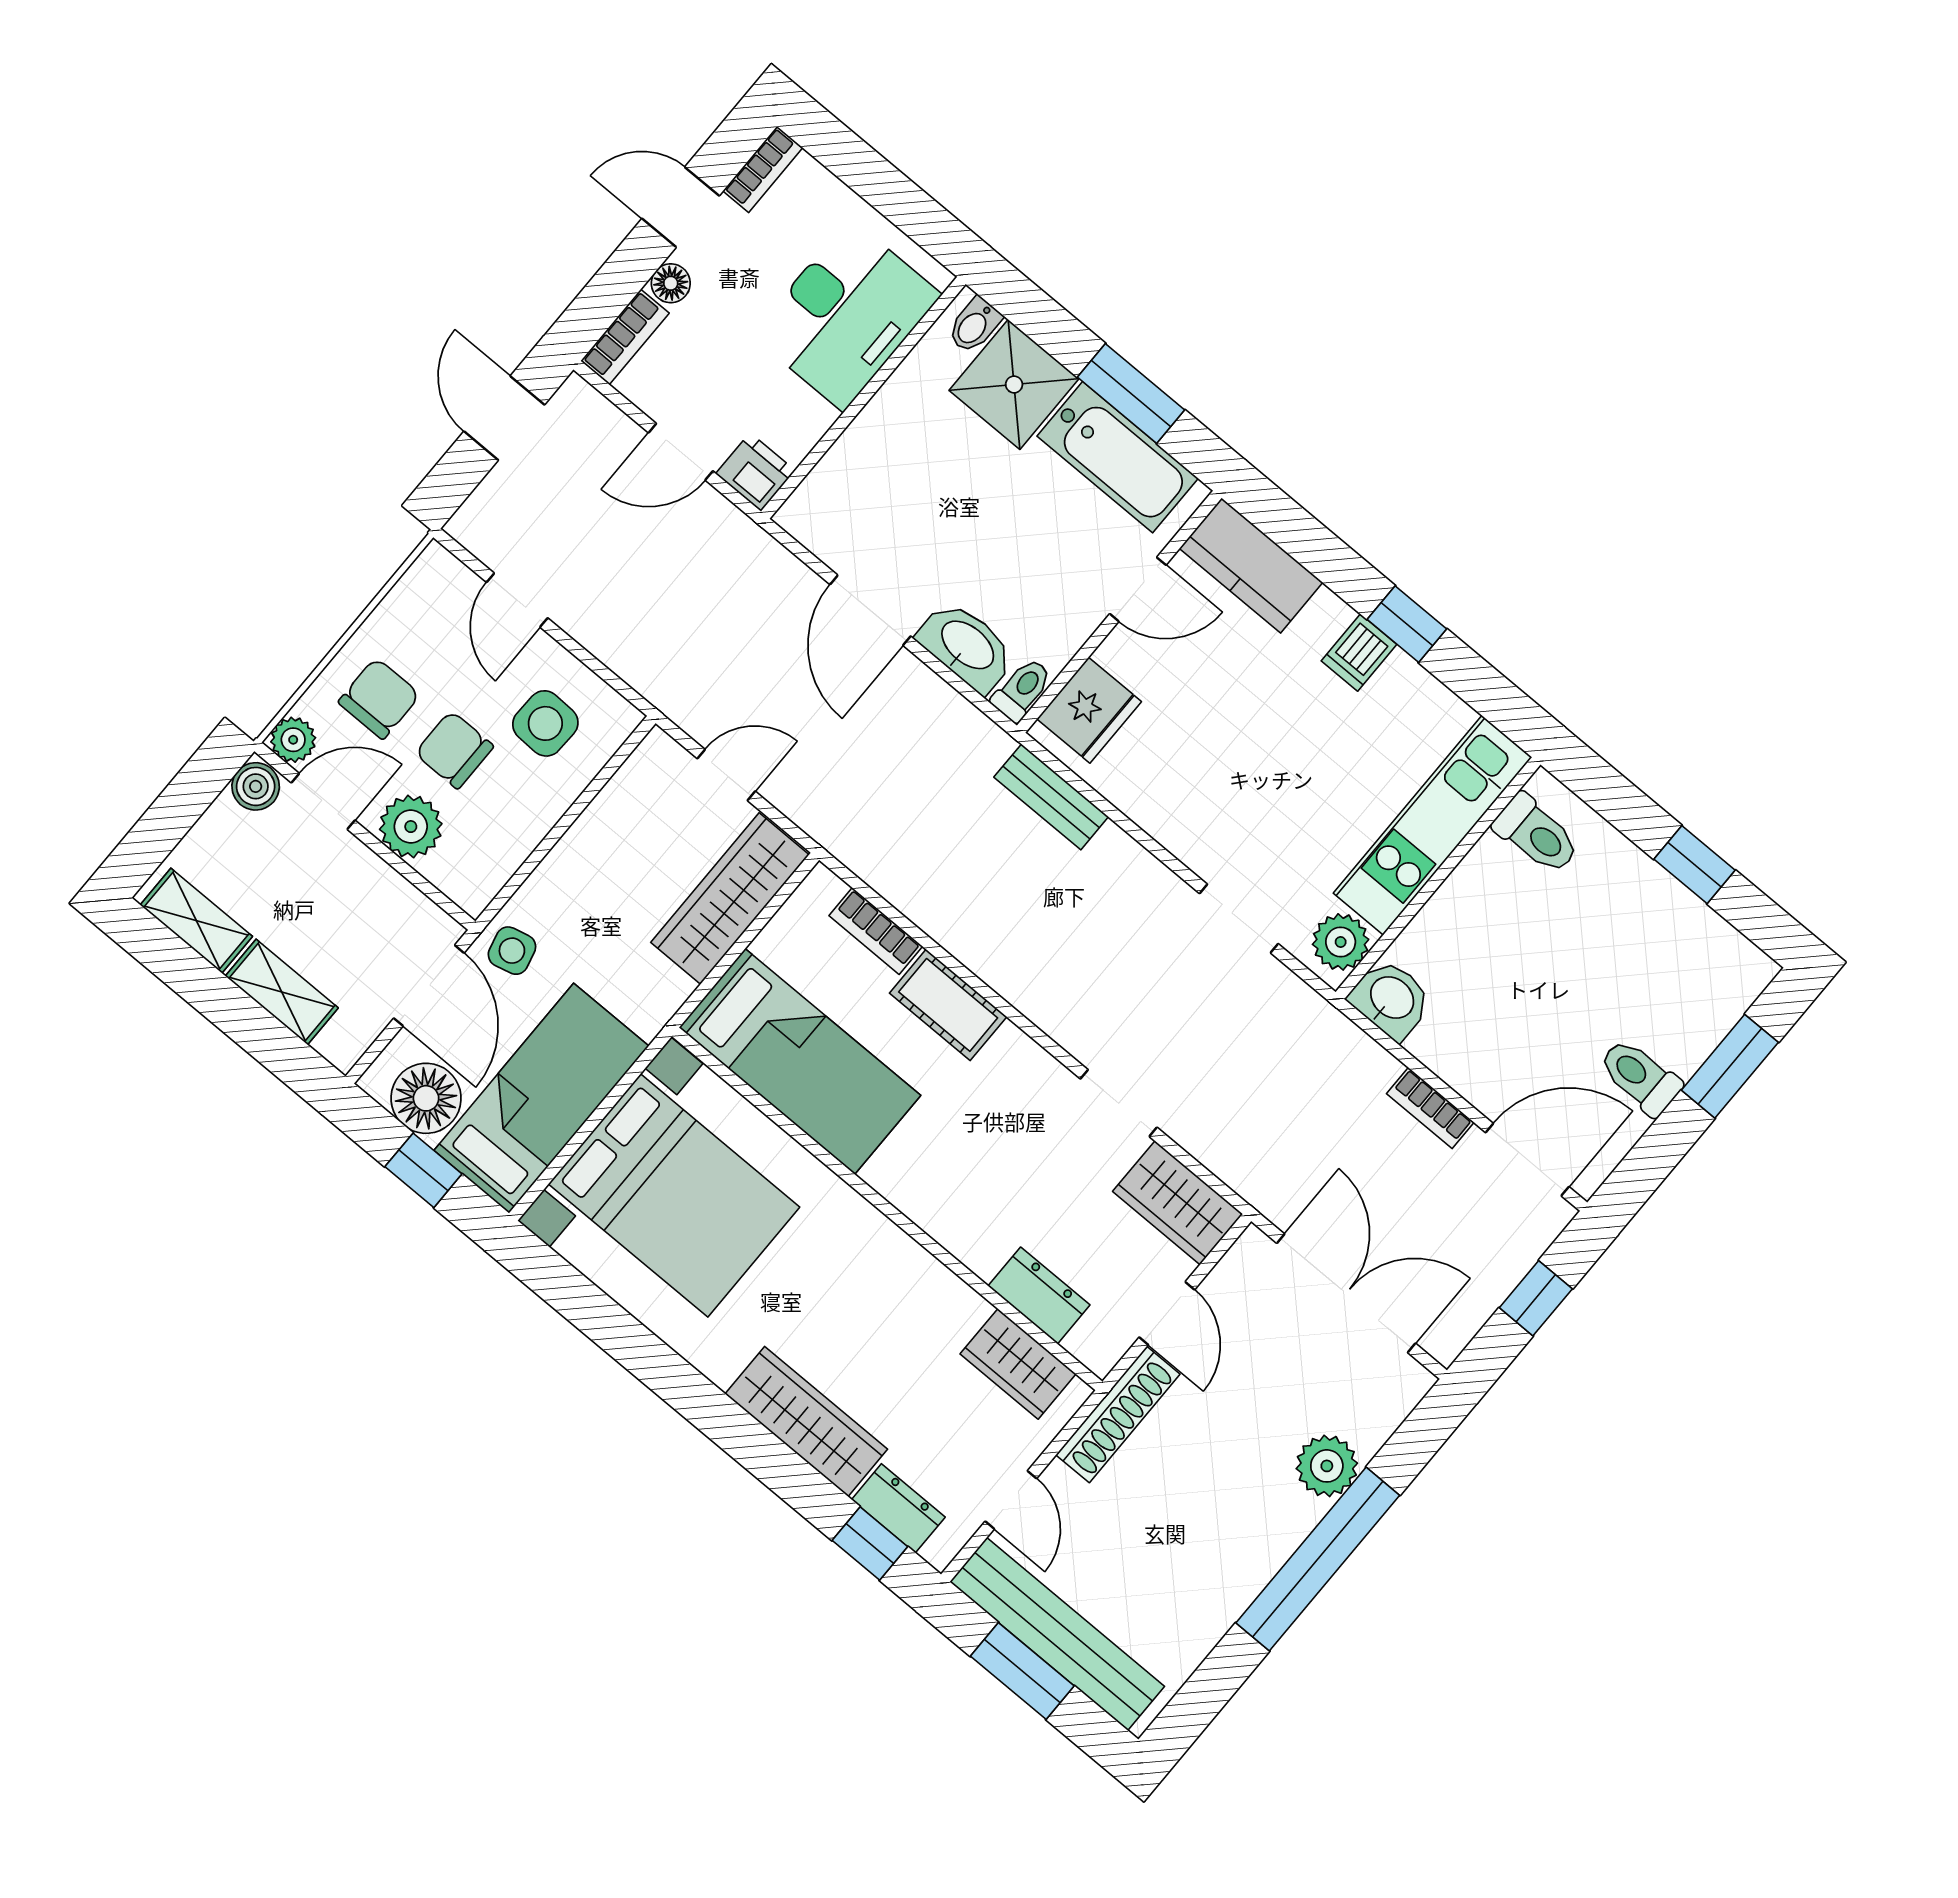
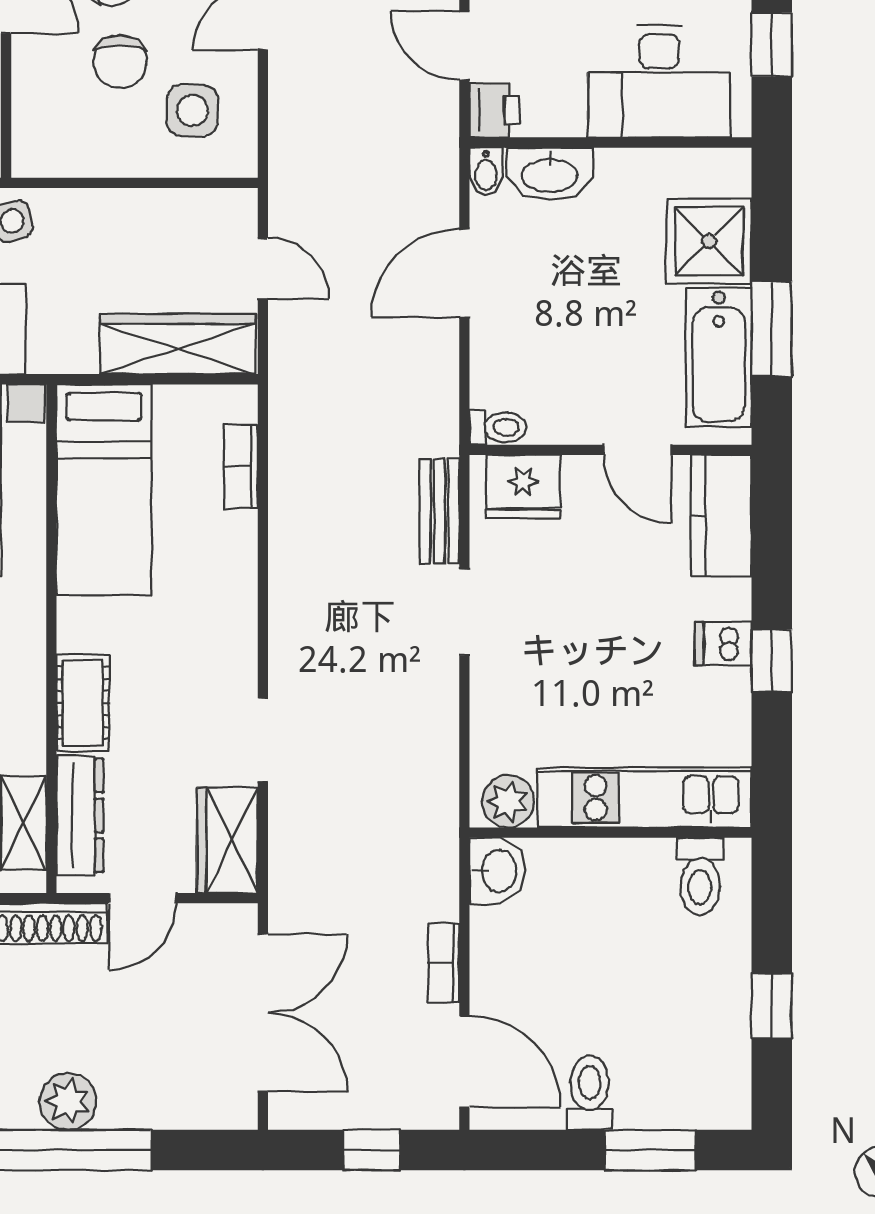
window: (894, 195) -> (772, 44), added
bidet: (974, 325) -> (486, 172), moved, turned -90
washbasin: (967, 646) -> (550, 174), moved, turned 90
chair: (454, 750) -> (120, 61), turned 180
plant: (411, 827) -> (40, 76), removed
doorway: (1239, 919) -> (464, 612), moved
cot: (948, 1005) -> (83, 703), moved
dresser: (1039, 1295) -> (80, 815), width x1.44
plant: (1327, 1466) -> (68, 1101), moved

